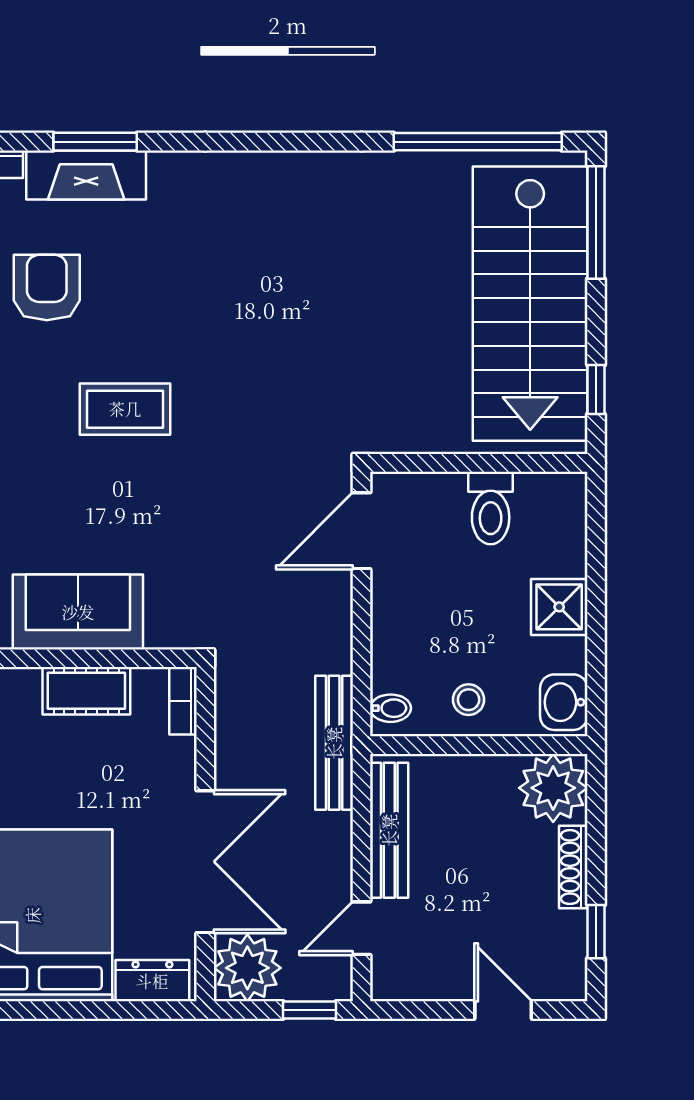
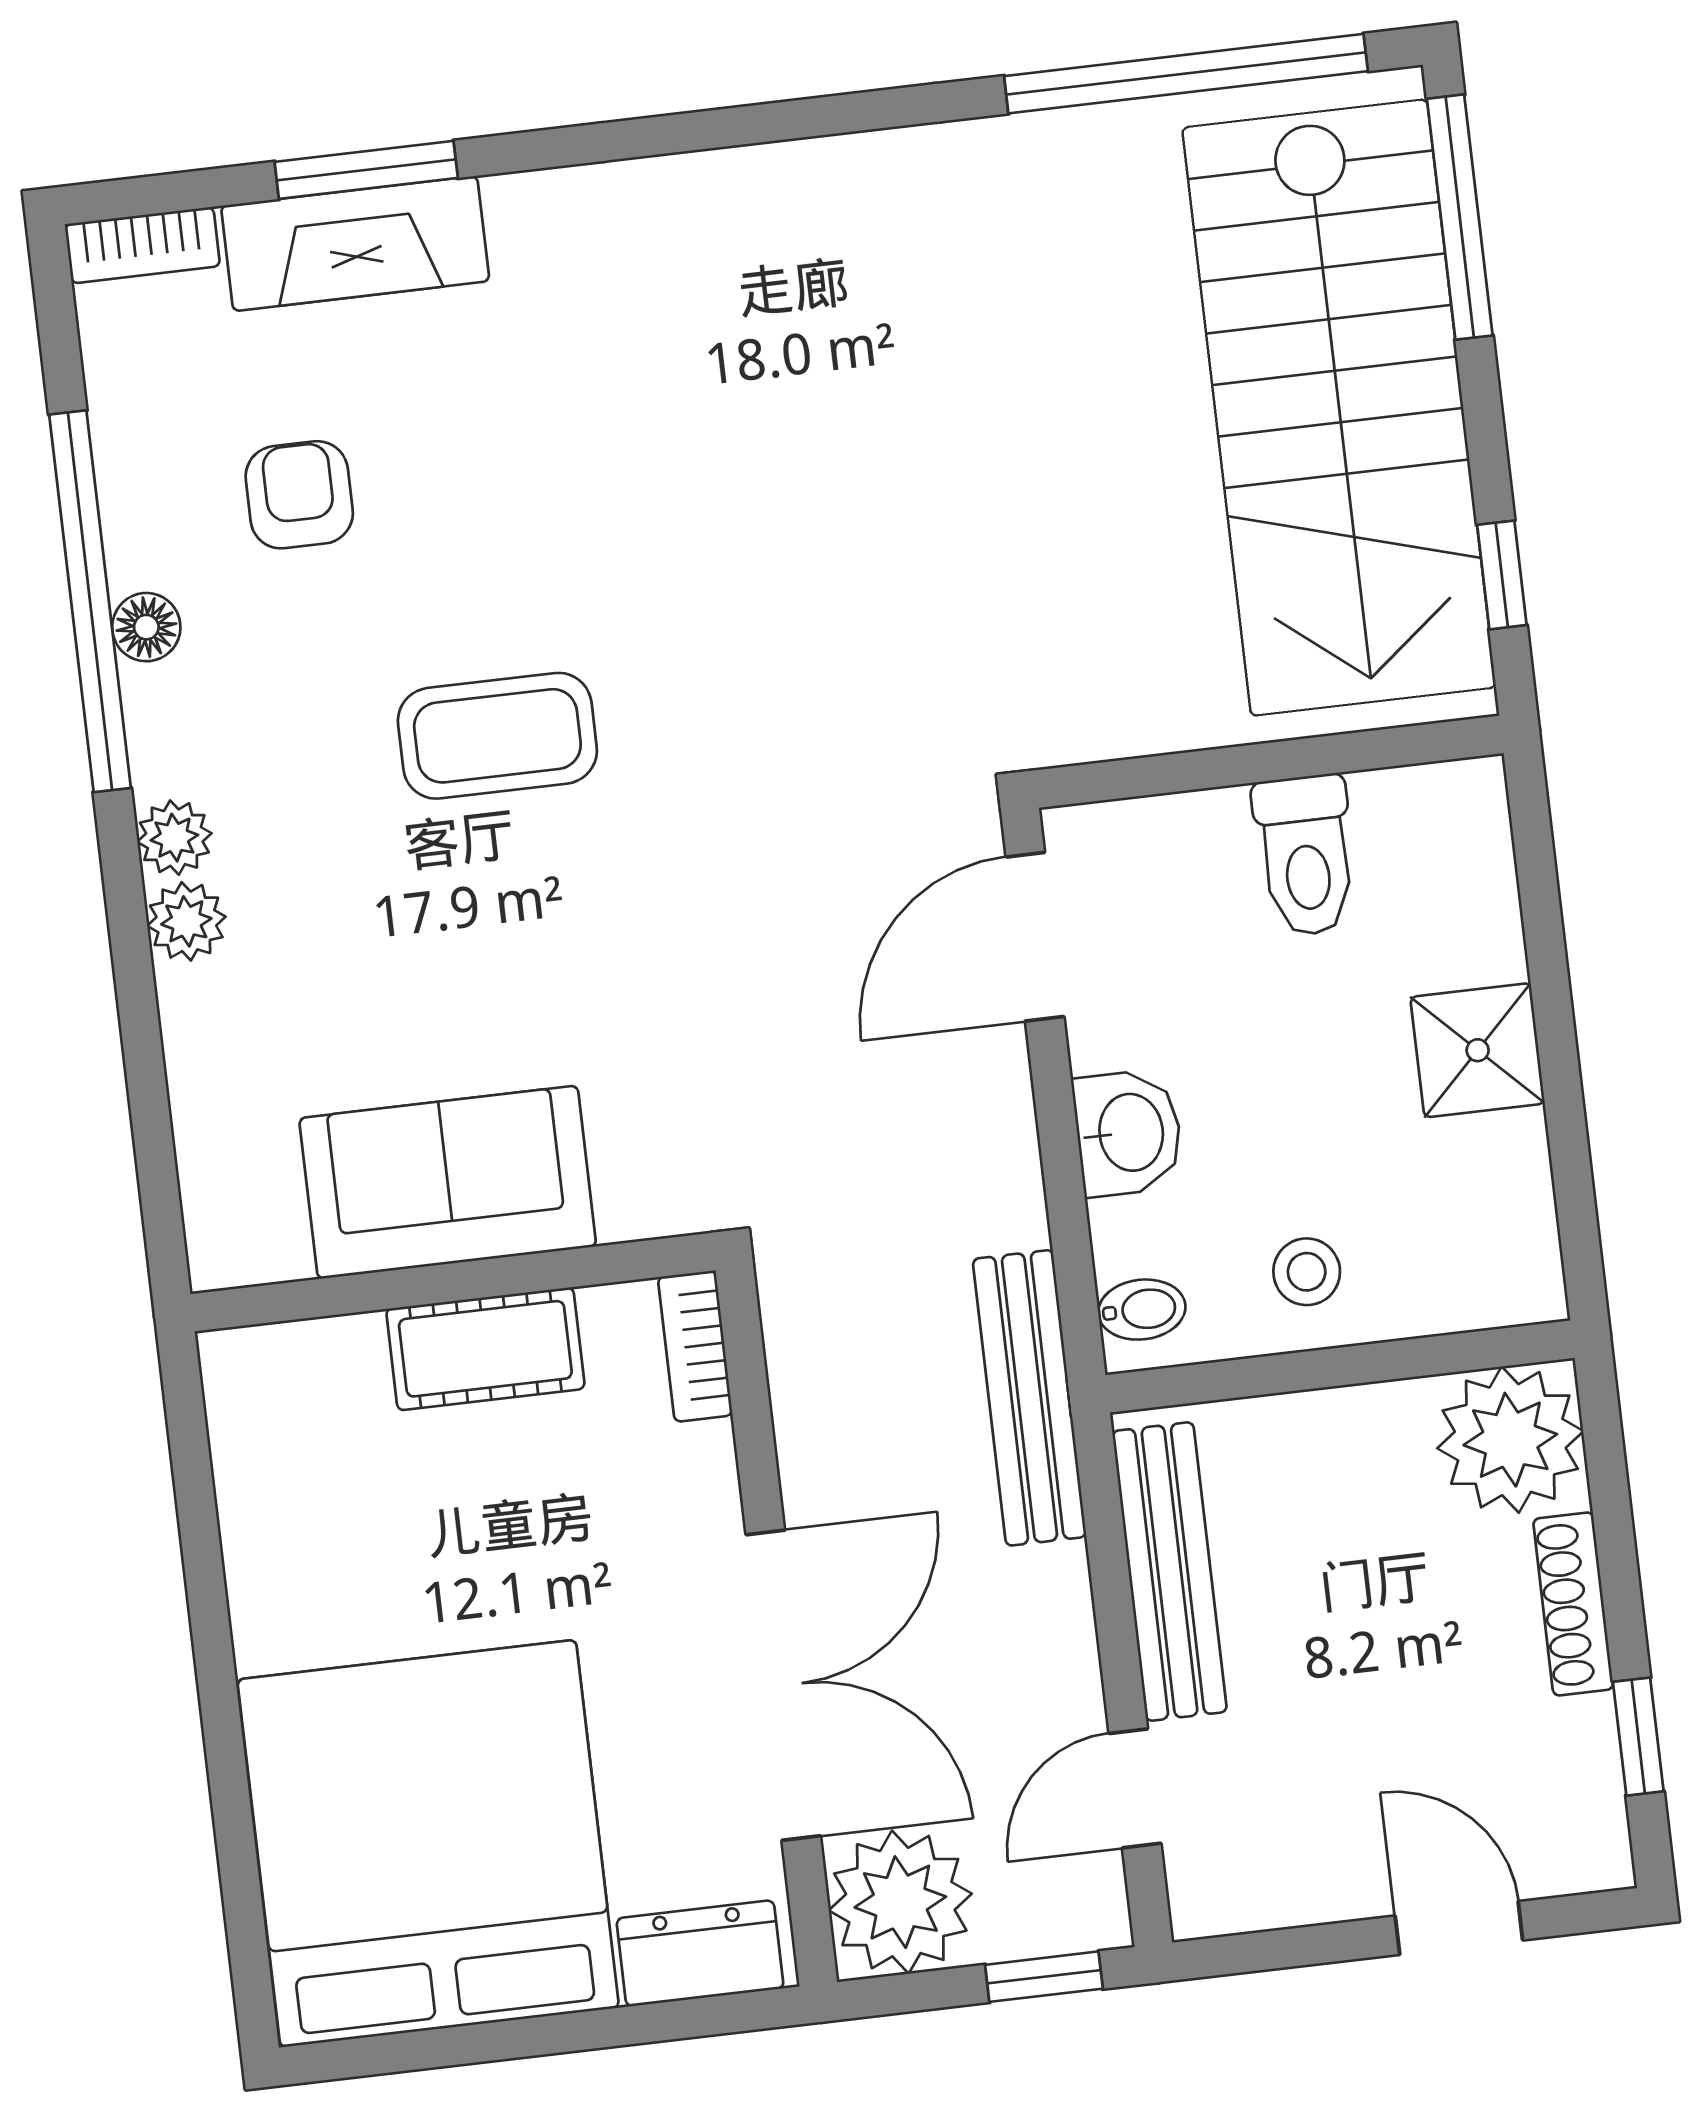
armchair: (47, 288) -> (299, 495), width x0.72, depth x0.72
washbasin: (564, 702) -> (1128, 1133), moved, turned 180

